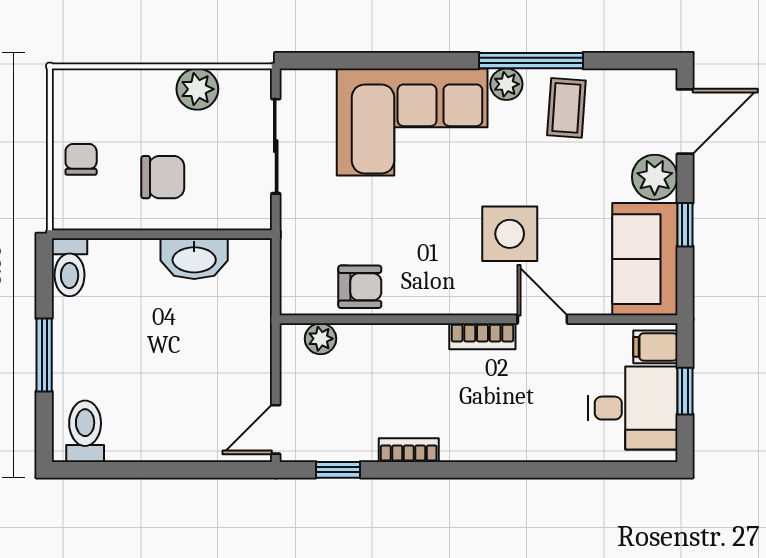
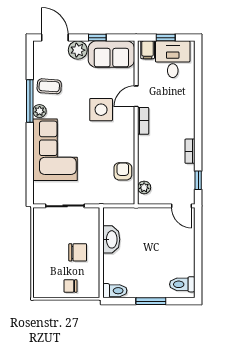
plant: (197, 89) -> (41, 238), removed
chair: (163, 177) -> (78, 252), turned 90

